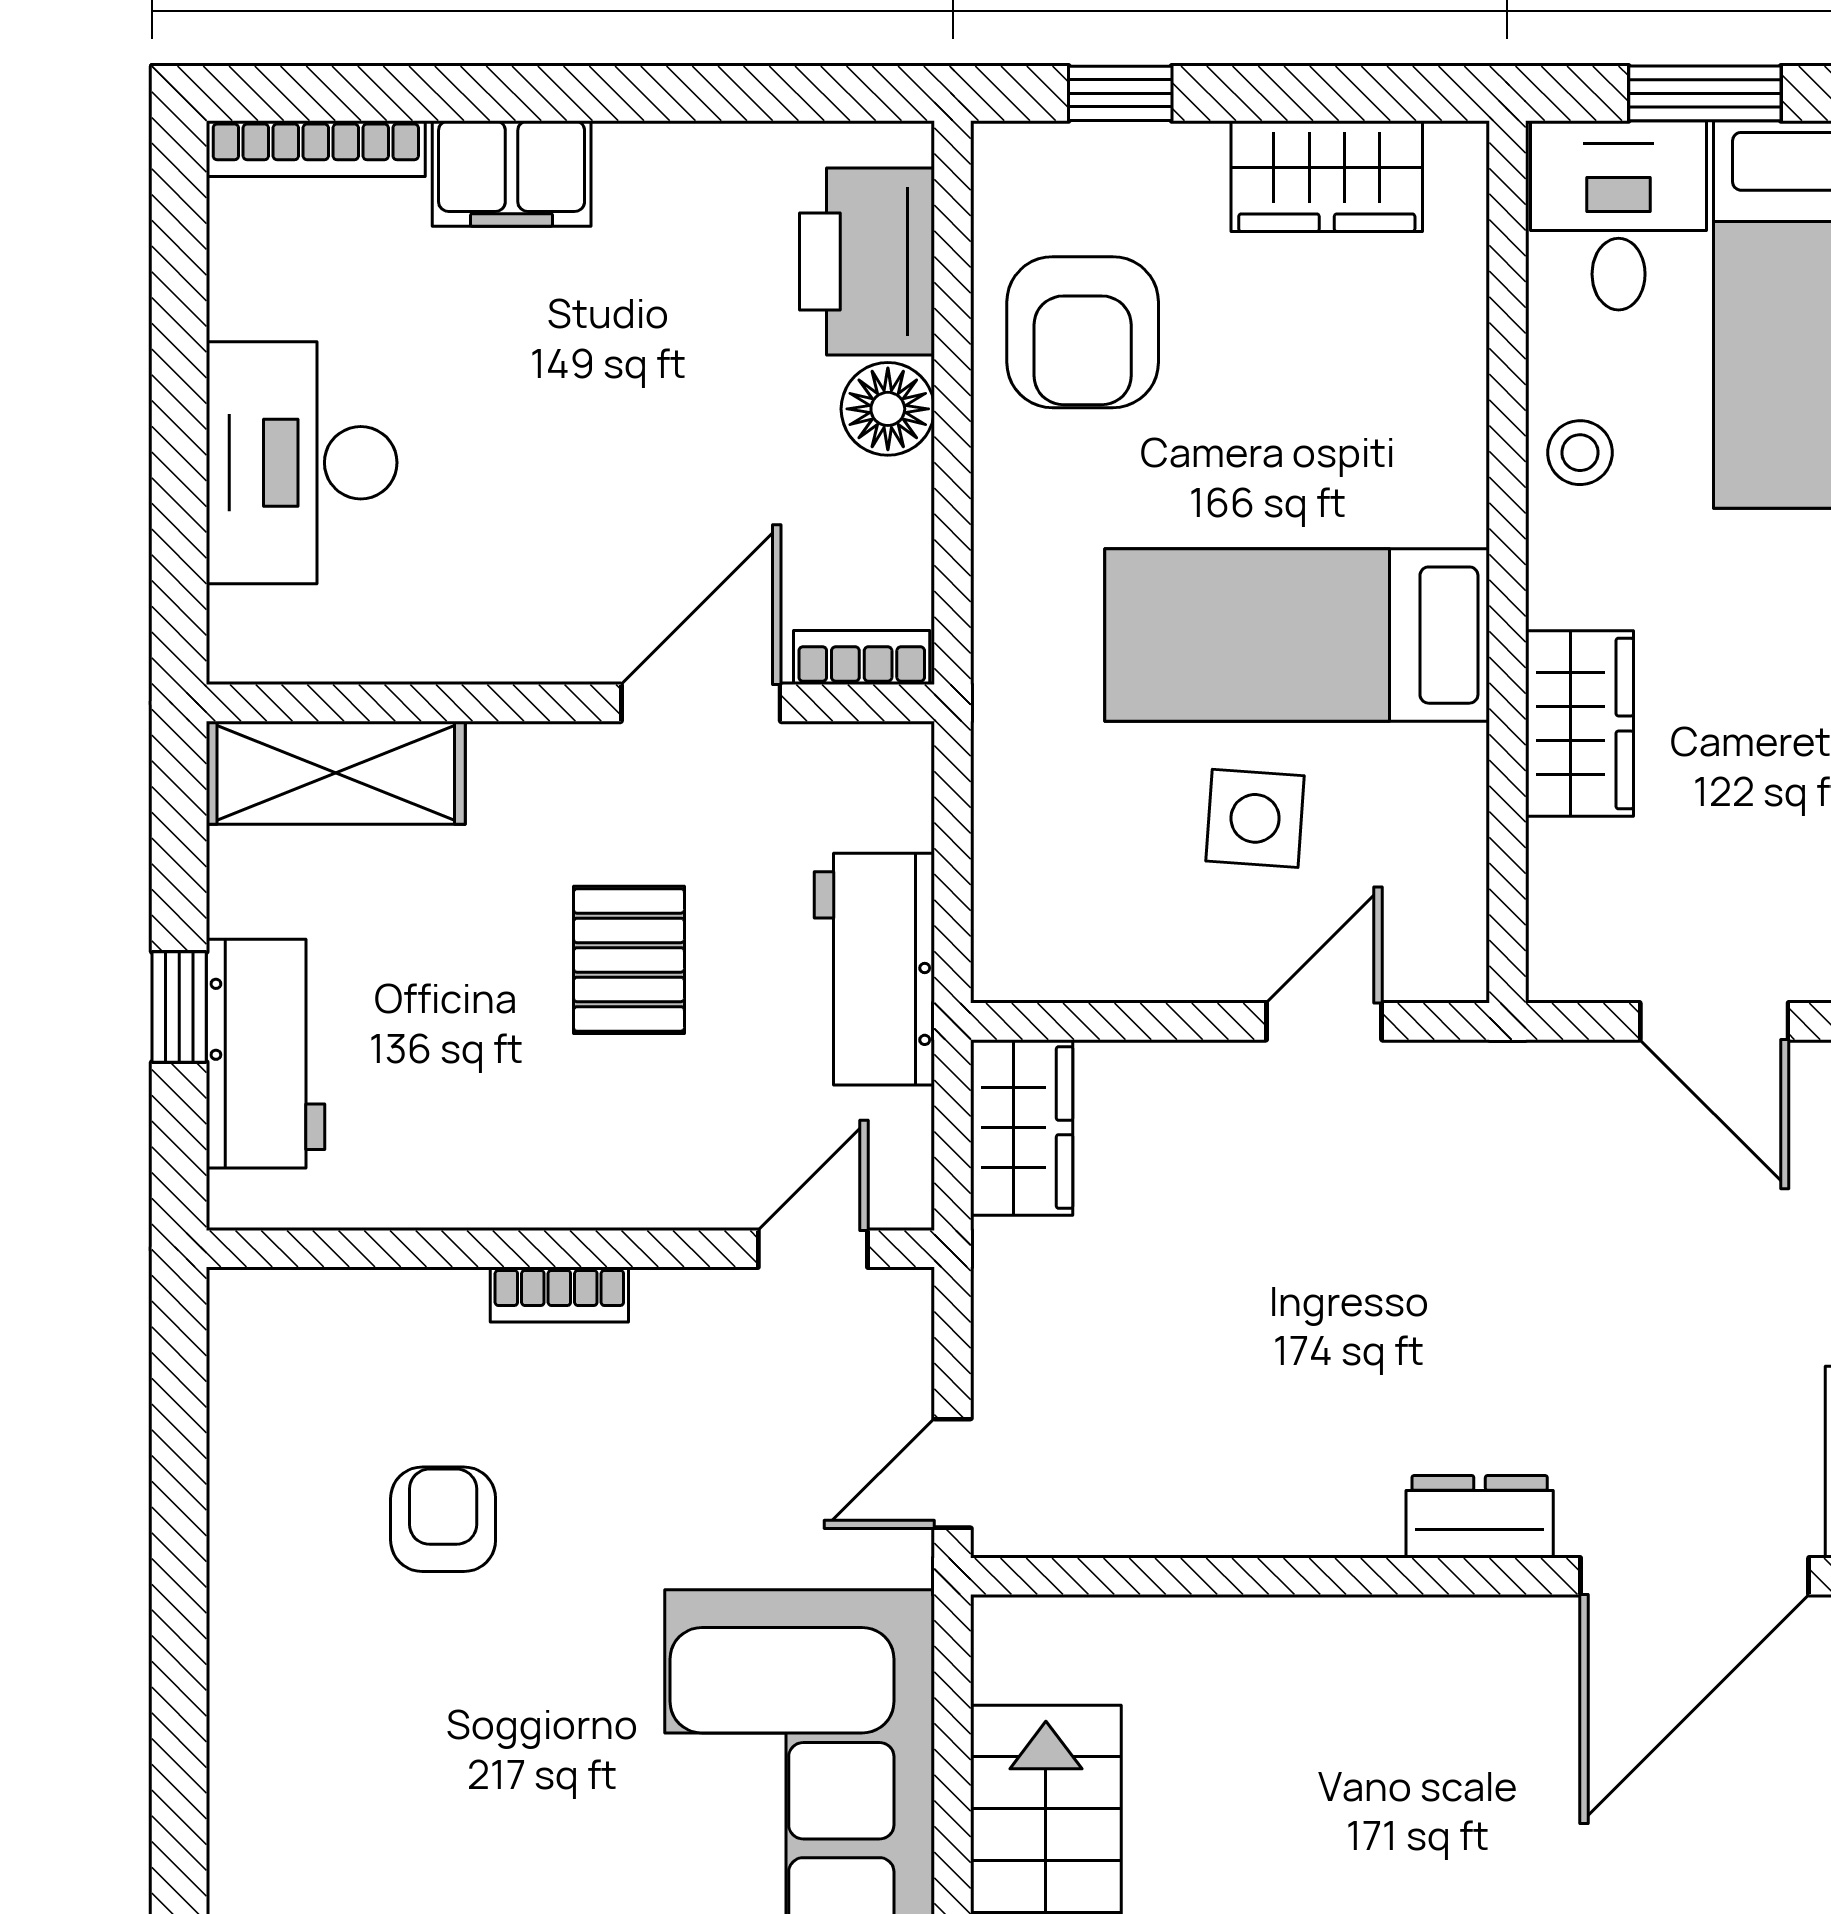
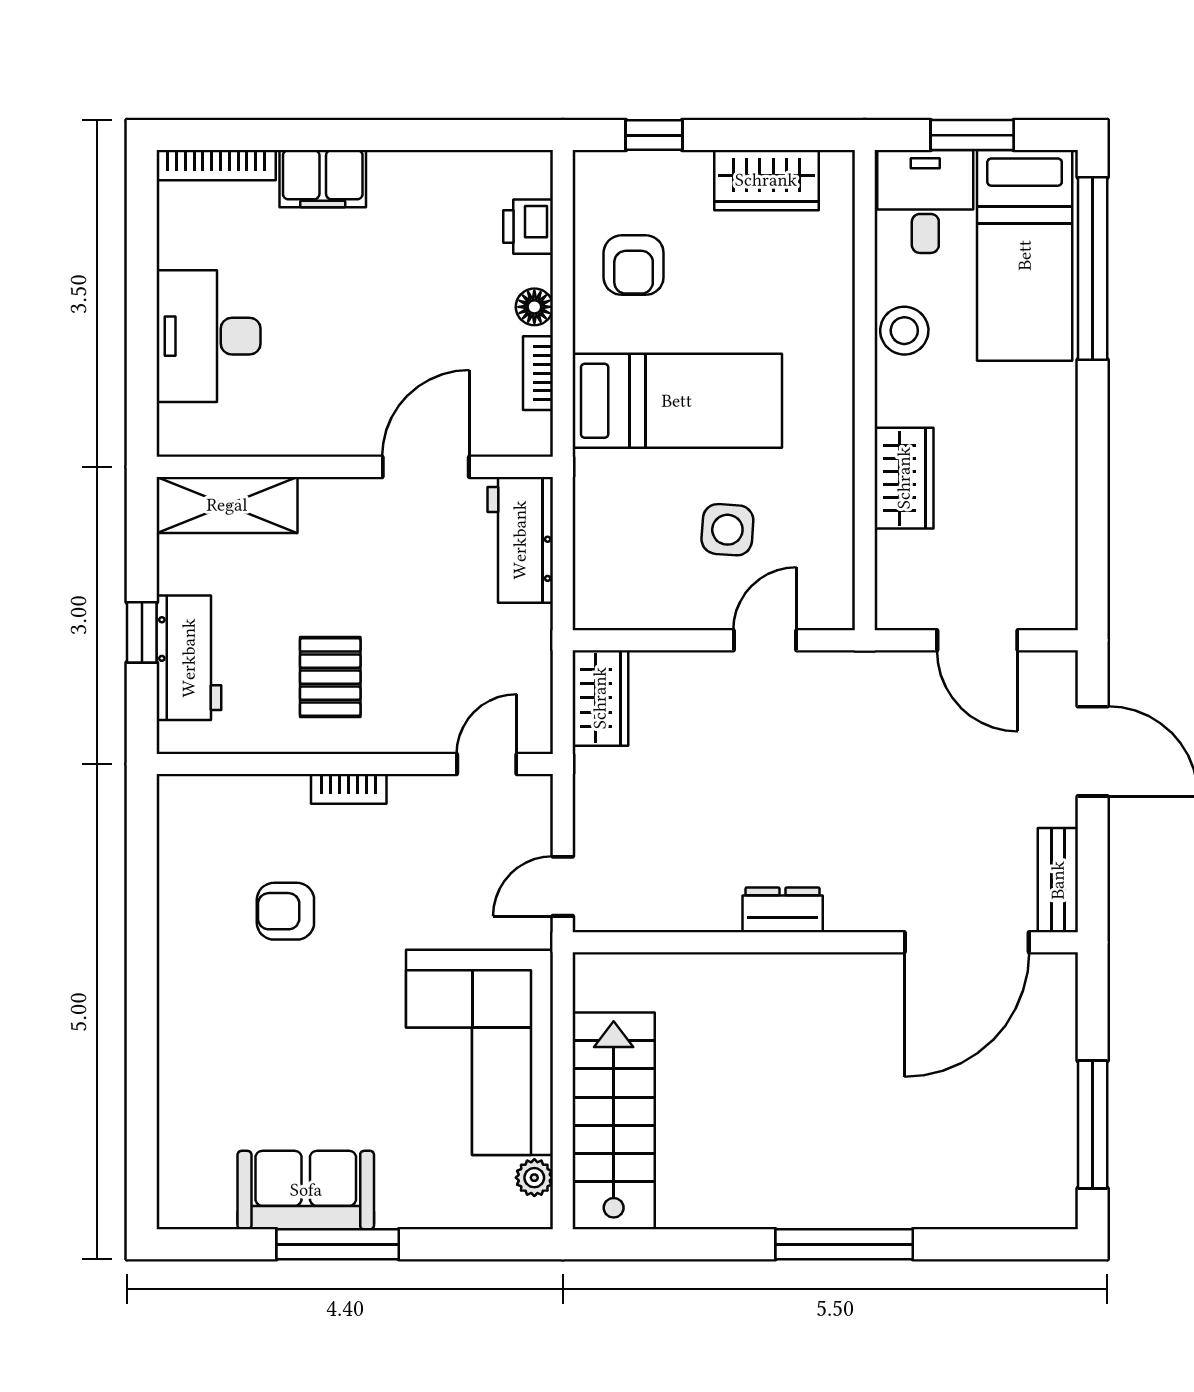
printer: (867, 261) -> (528, 227), width x0.53, depth x0.68
armchair: (1083, 332) -> (634, 265), width x0.72, depth x0.72
floor lamp: (888, 409) -> (534, 307), width x0.73, depth x0.73
stool: (1580, 453) -> (904, 331), width x1.37, depth x1.37
bed: (1297, 635) -> (677, 401), moved, turned 180
bookcase: (862, 657) -> (538, 373), moved, turned -90
pallet: (629, 960) -> (330, 677), moved
workbench: (874, 969) -> (520, 540), moved
dresser: (1480, 1517) -> (783, 910), moved
armchair: (443, 1519) -> (285, 911), turned -90

